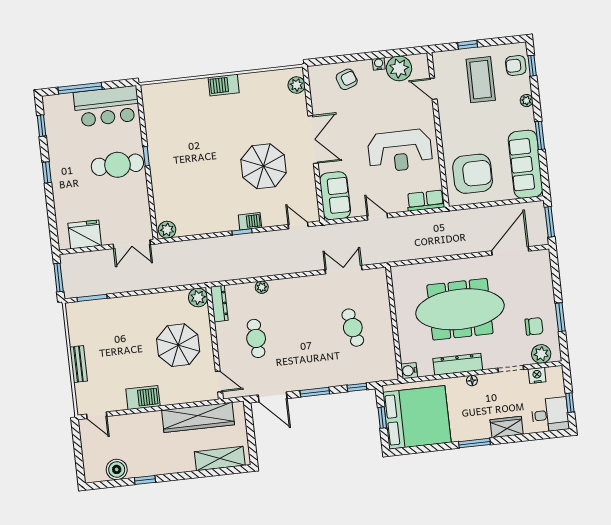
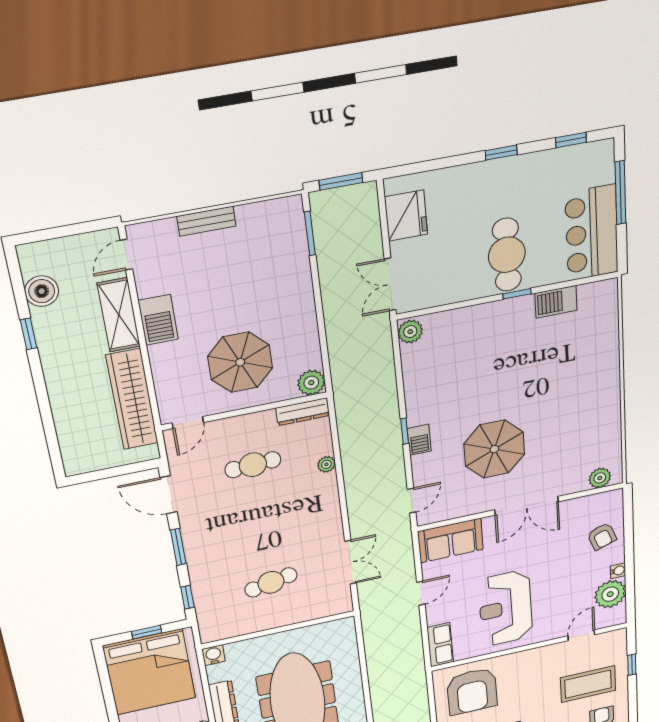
barbecue: (224, 85) -> (556, 302), moved, turned -90
door: (273, 397) -> (169, 495), hinge flipped
shelving: (220, 459) -> (119, 315), moved

